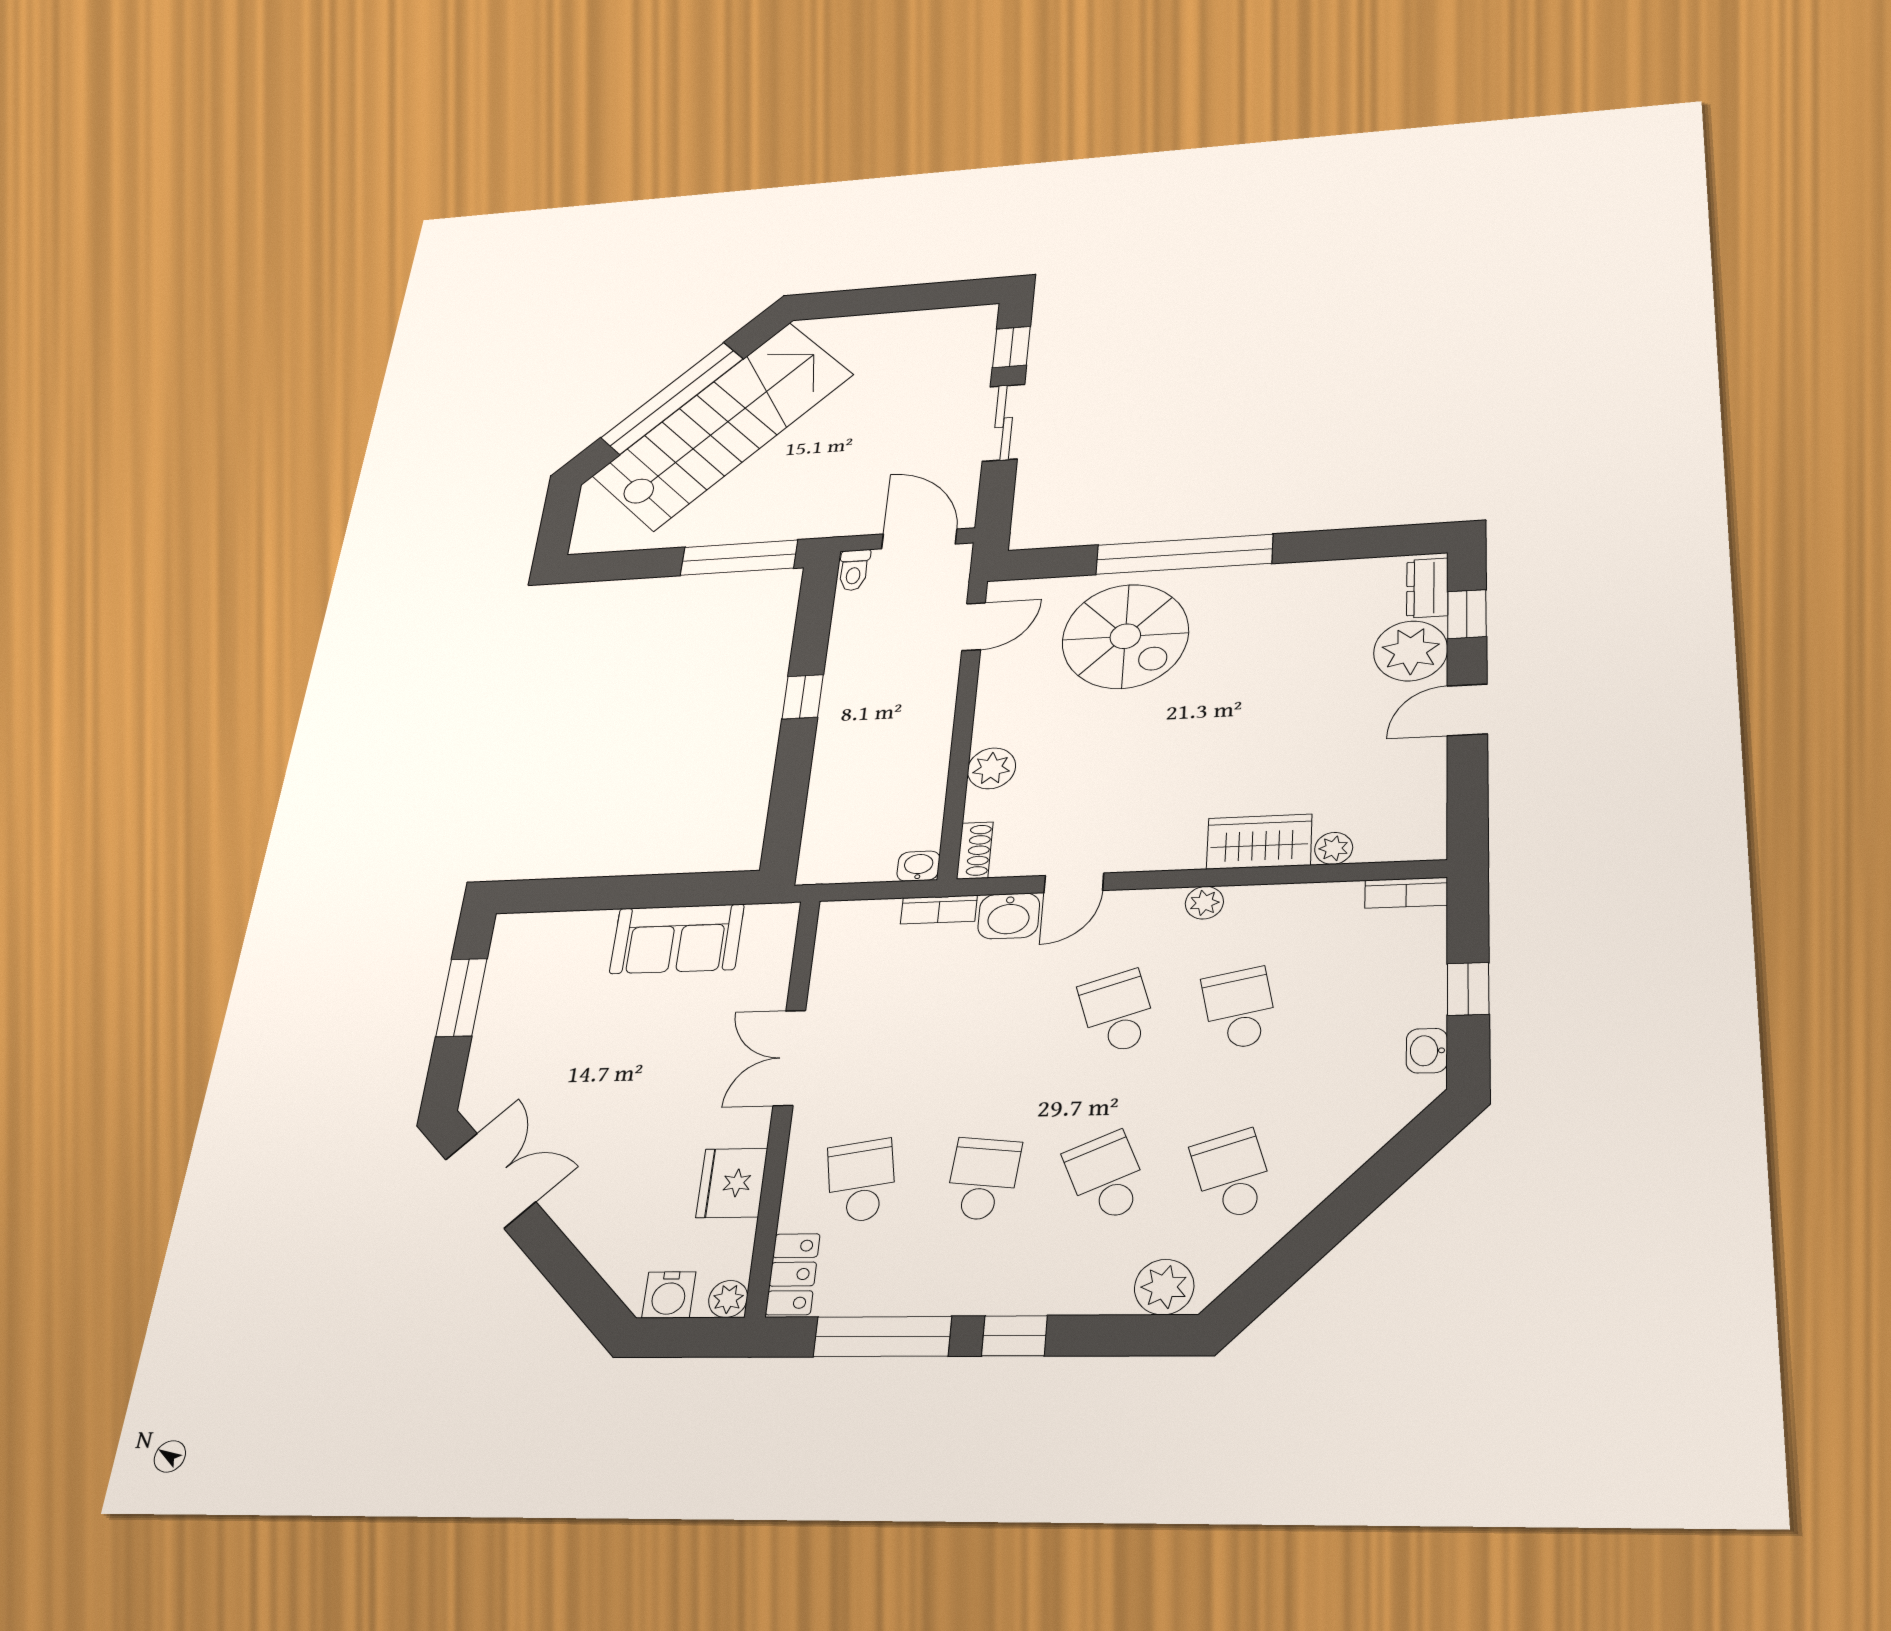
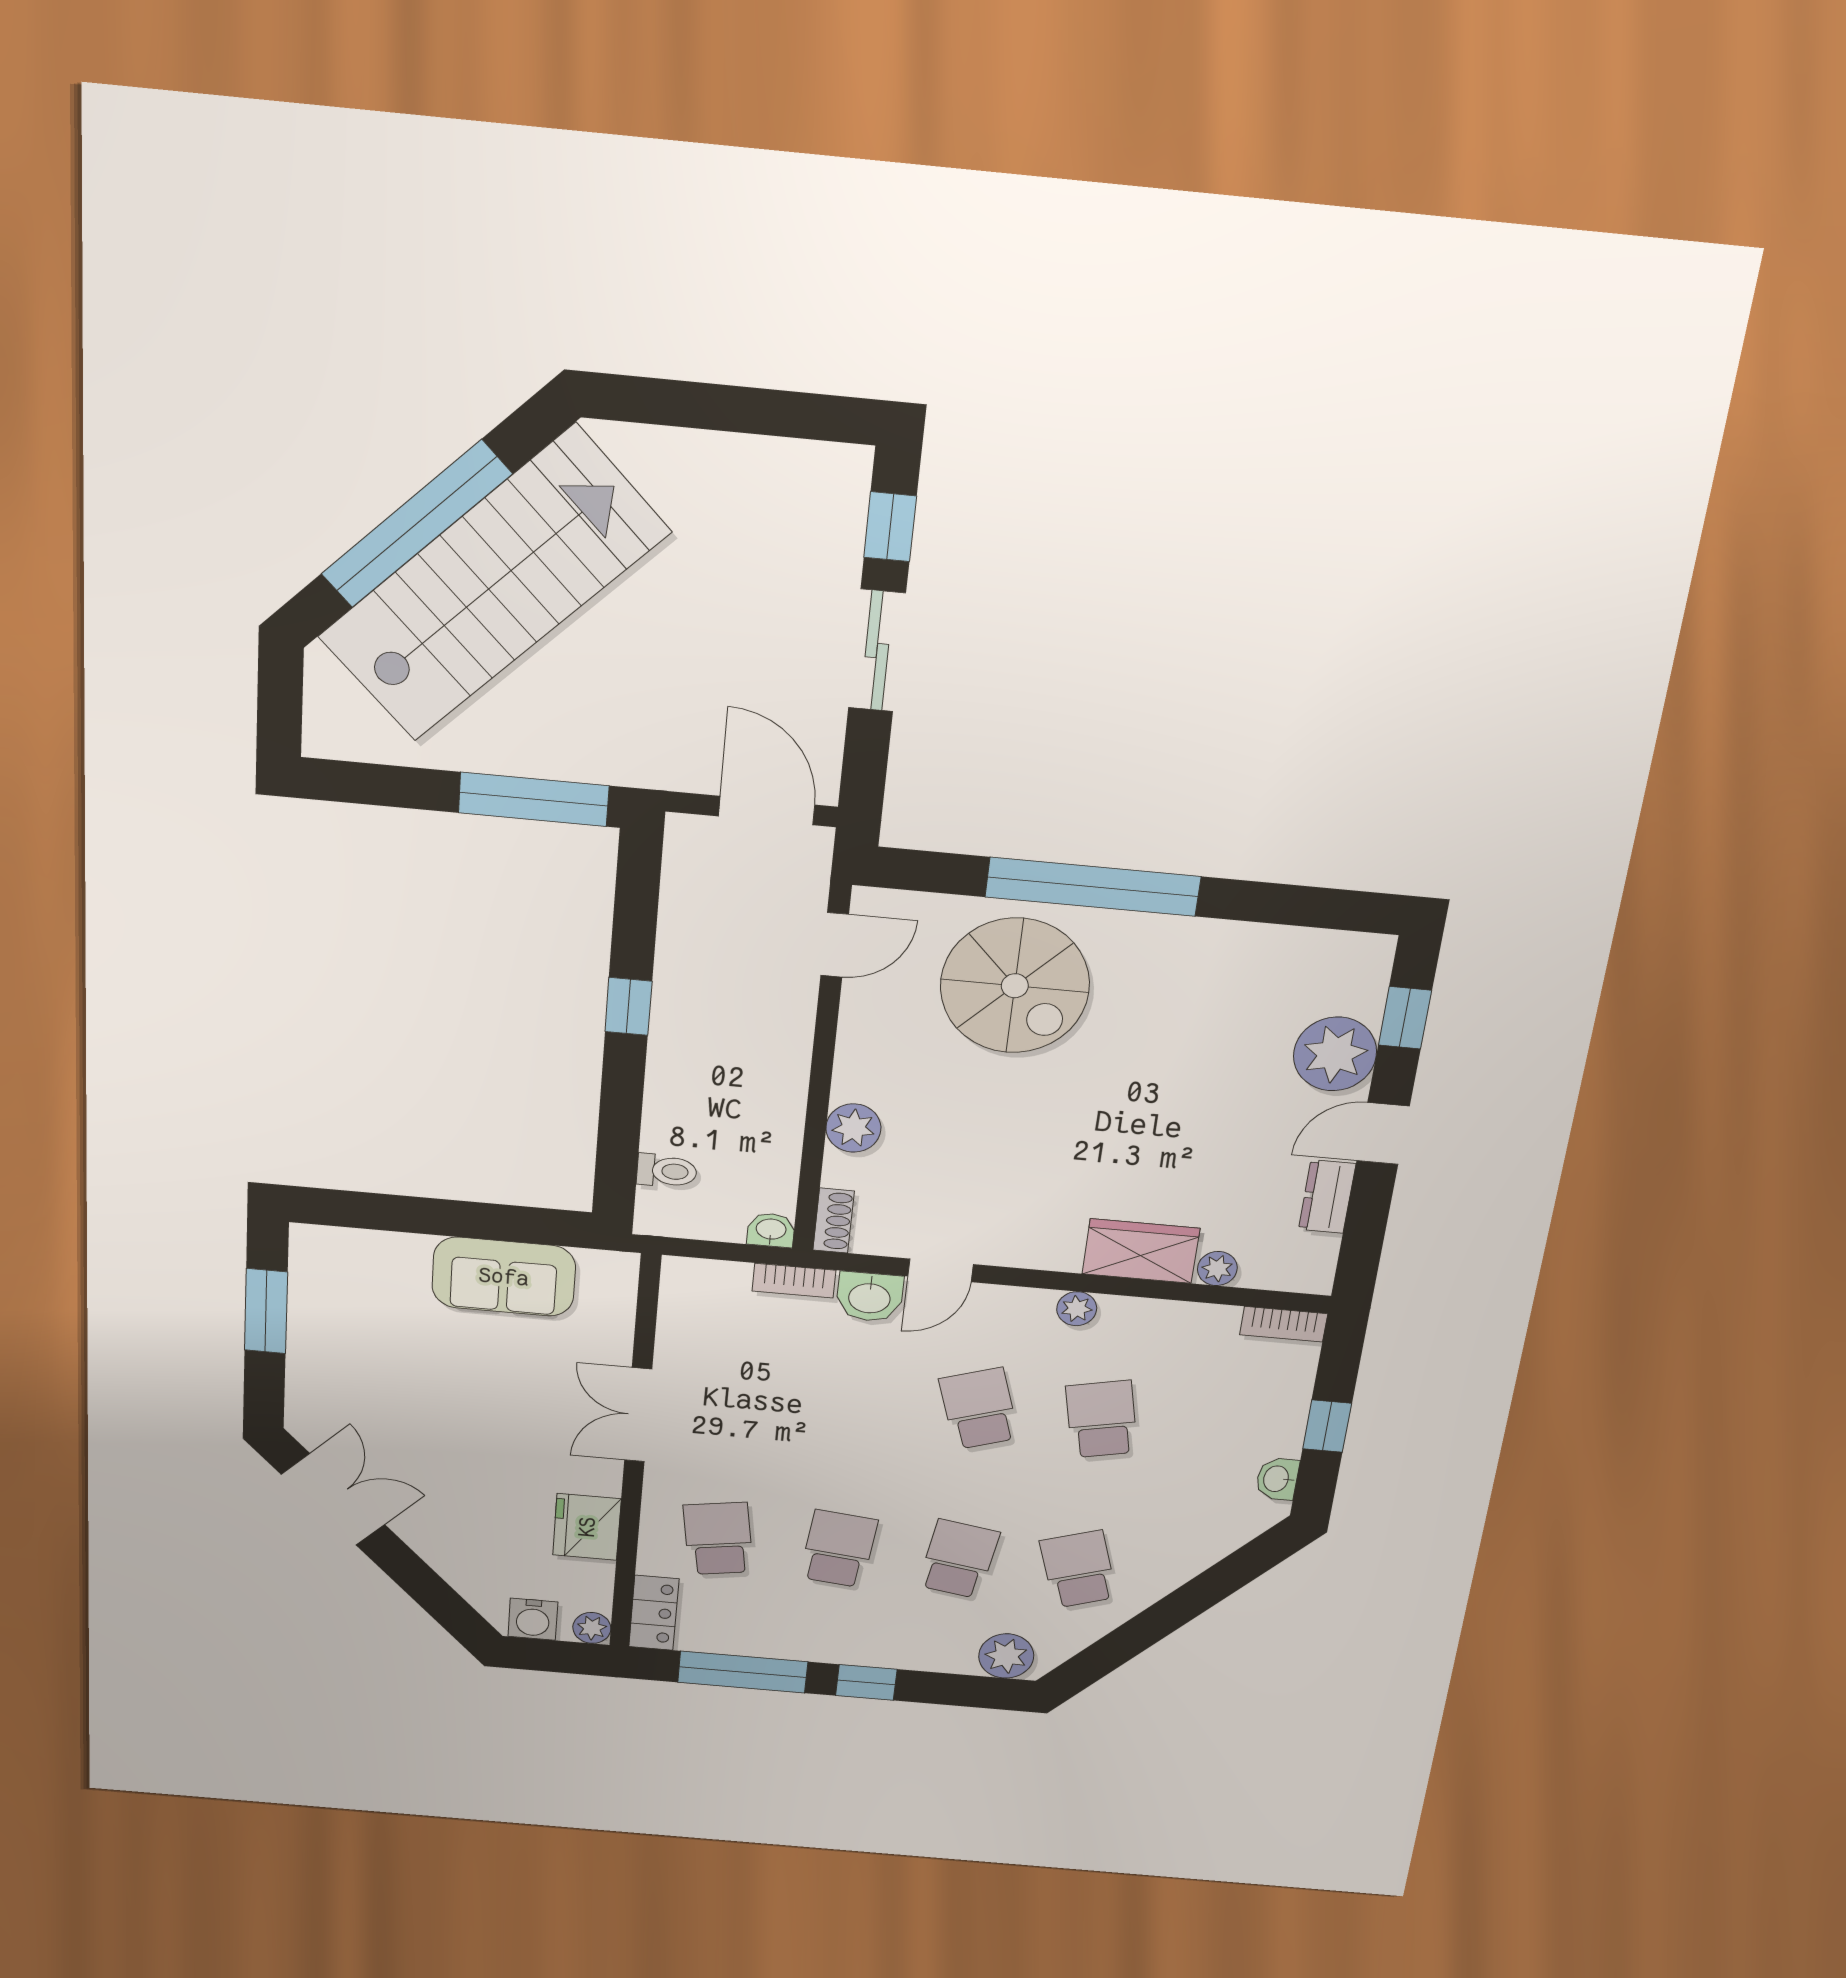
toilet: (854, 570) -> (667, 1171), moved, turned -90
dresser: (1427, 588) -> (1327, 1197), moved
school desk: (1107, 1177) -> (959, 1559), turned 33

